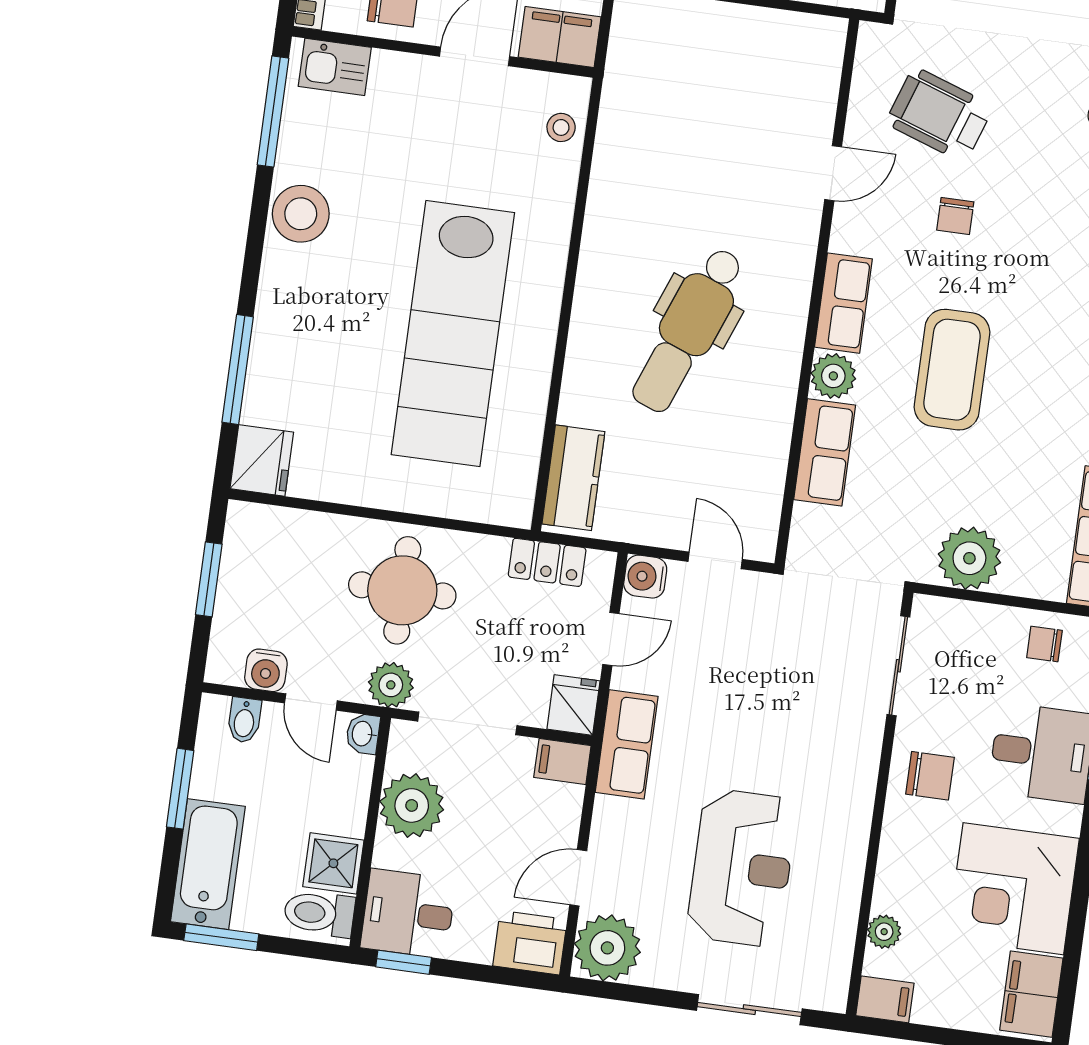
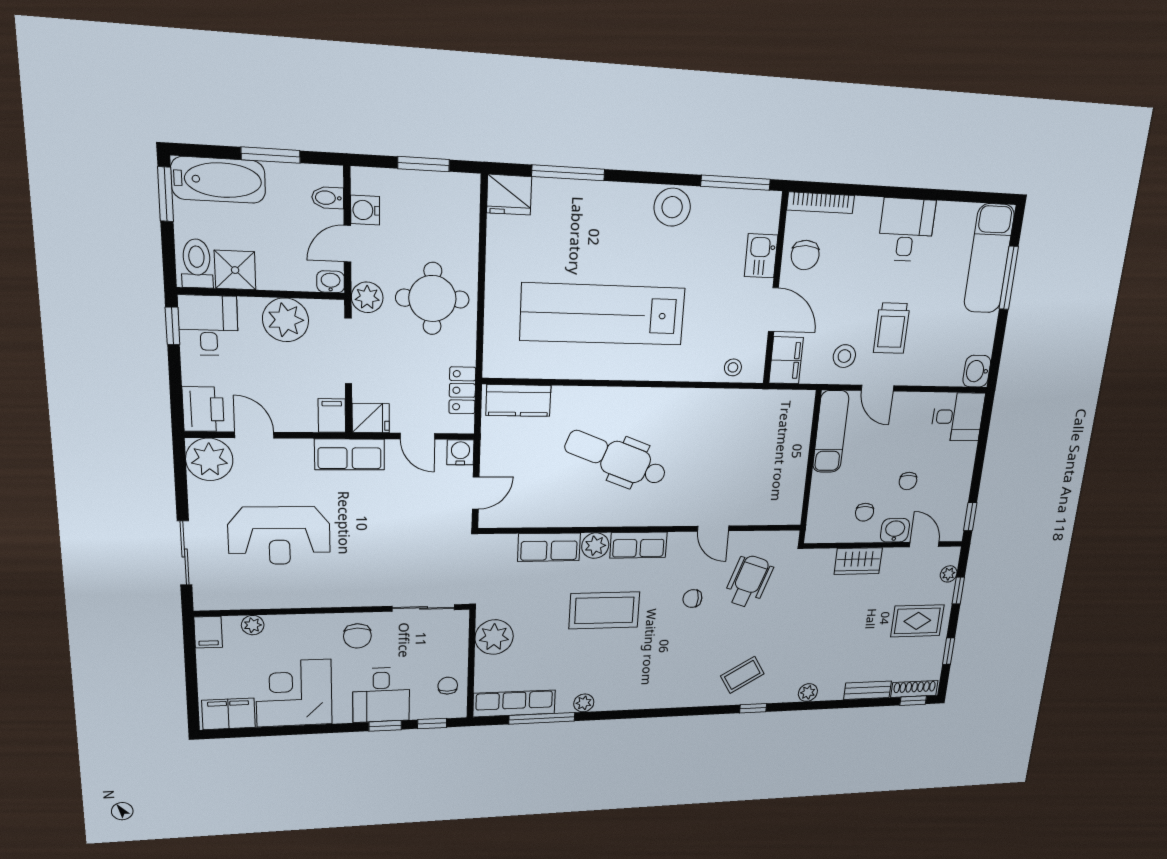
kitchen sink: (335, 67) -> (761, 256), moved

